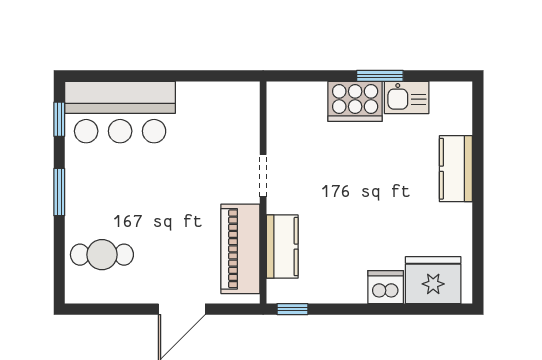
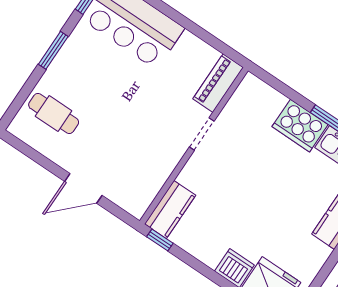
kitchen counter: (282, 247) -> (170, 210), moved
piano: (240, 249) -> (218, 83), moved, width x0.73, depth x0.75

